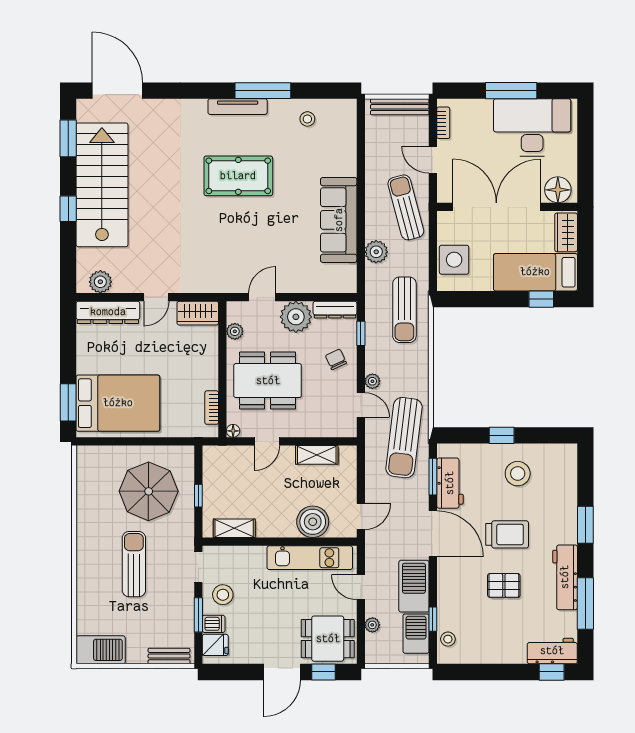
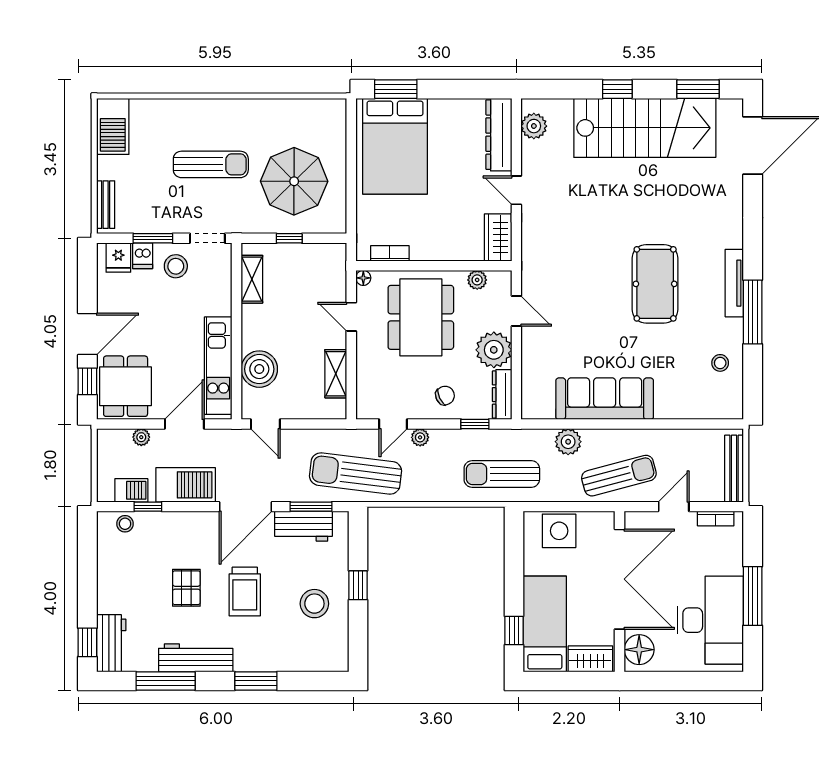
door: (361, 587) -> (184, 424), width x1.38
barbecue: (416, 634) -> (131, 490), width x0.73, depth x0.79
door: (282, 672) -> (87, 334), swing flipped

